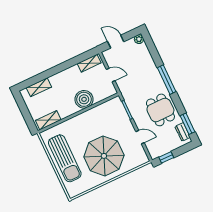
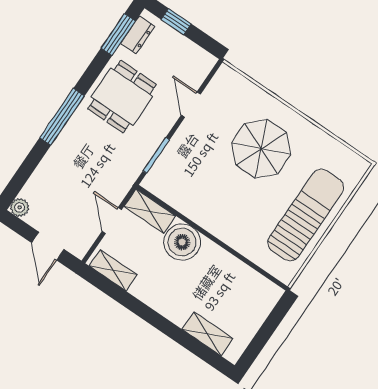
shelving: (48, 120) -> (150, 211), moved
parasol: (104, 156) -> (261, 149), width x0.73, depth x0.73
window: (166, 157) -> (176, 22), moved

